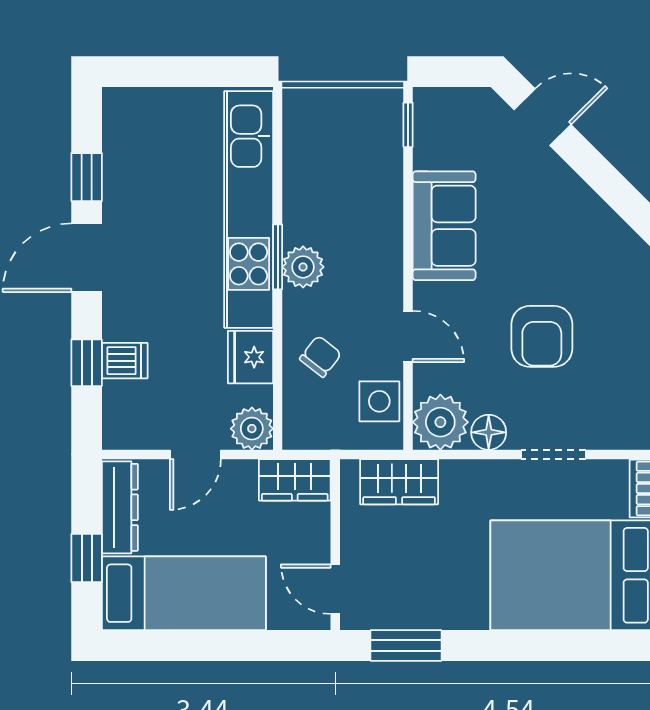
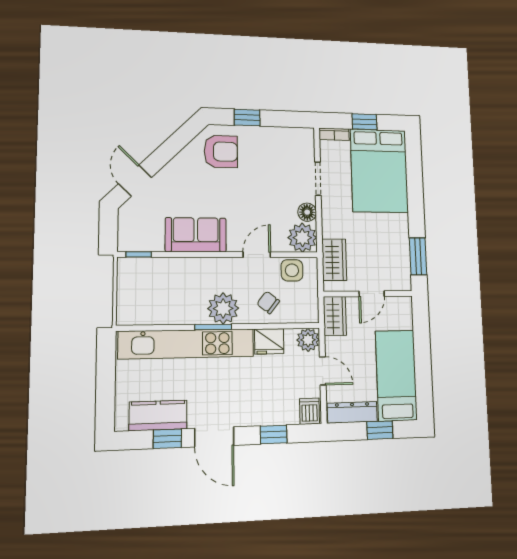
kitchen counter: (126, 161) -> (158, 415), added
plant: (303, 267) -> (223, 308), width x1.36, depth x1.36
armchair: (542, 336) -> (221, 152), moved
dishwasher: (125, 361) -> (310, 411), moved
door: (335, 589) -> (372, 294), moved

